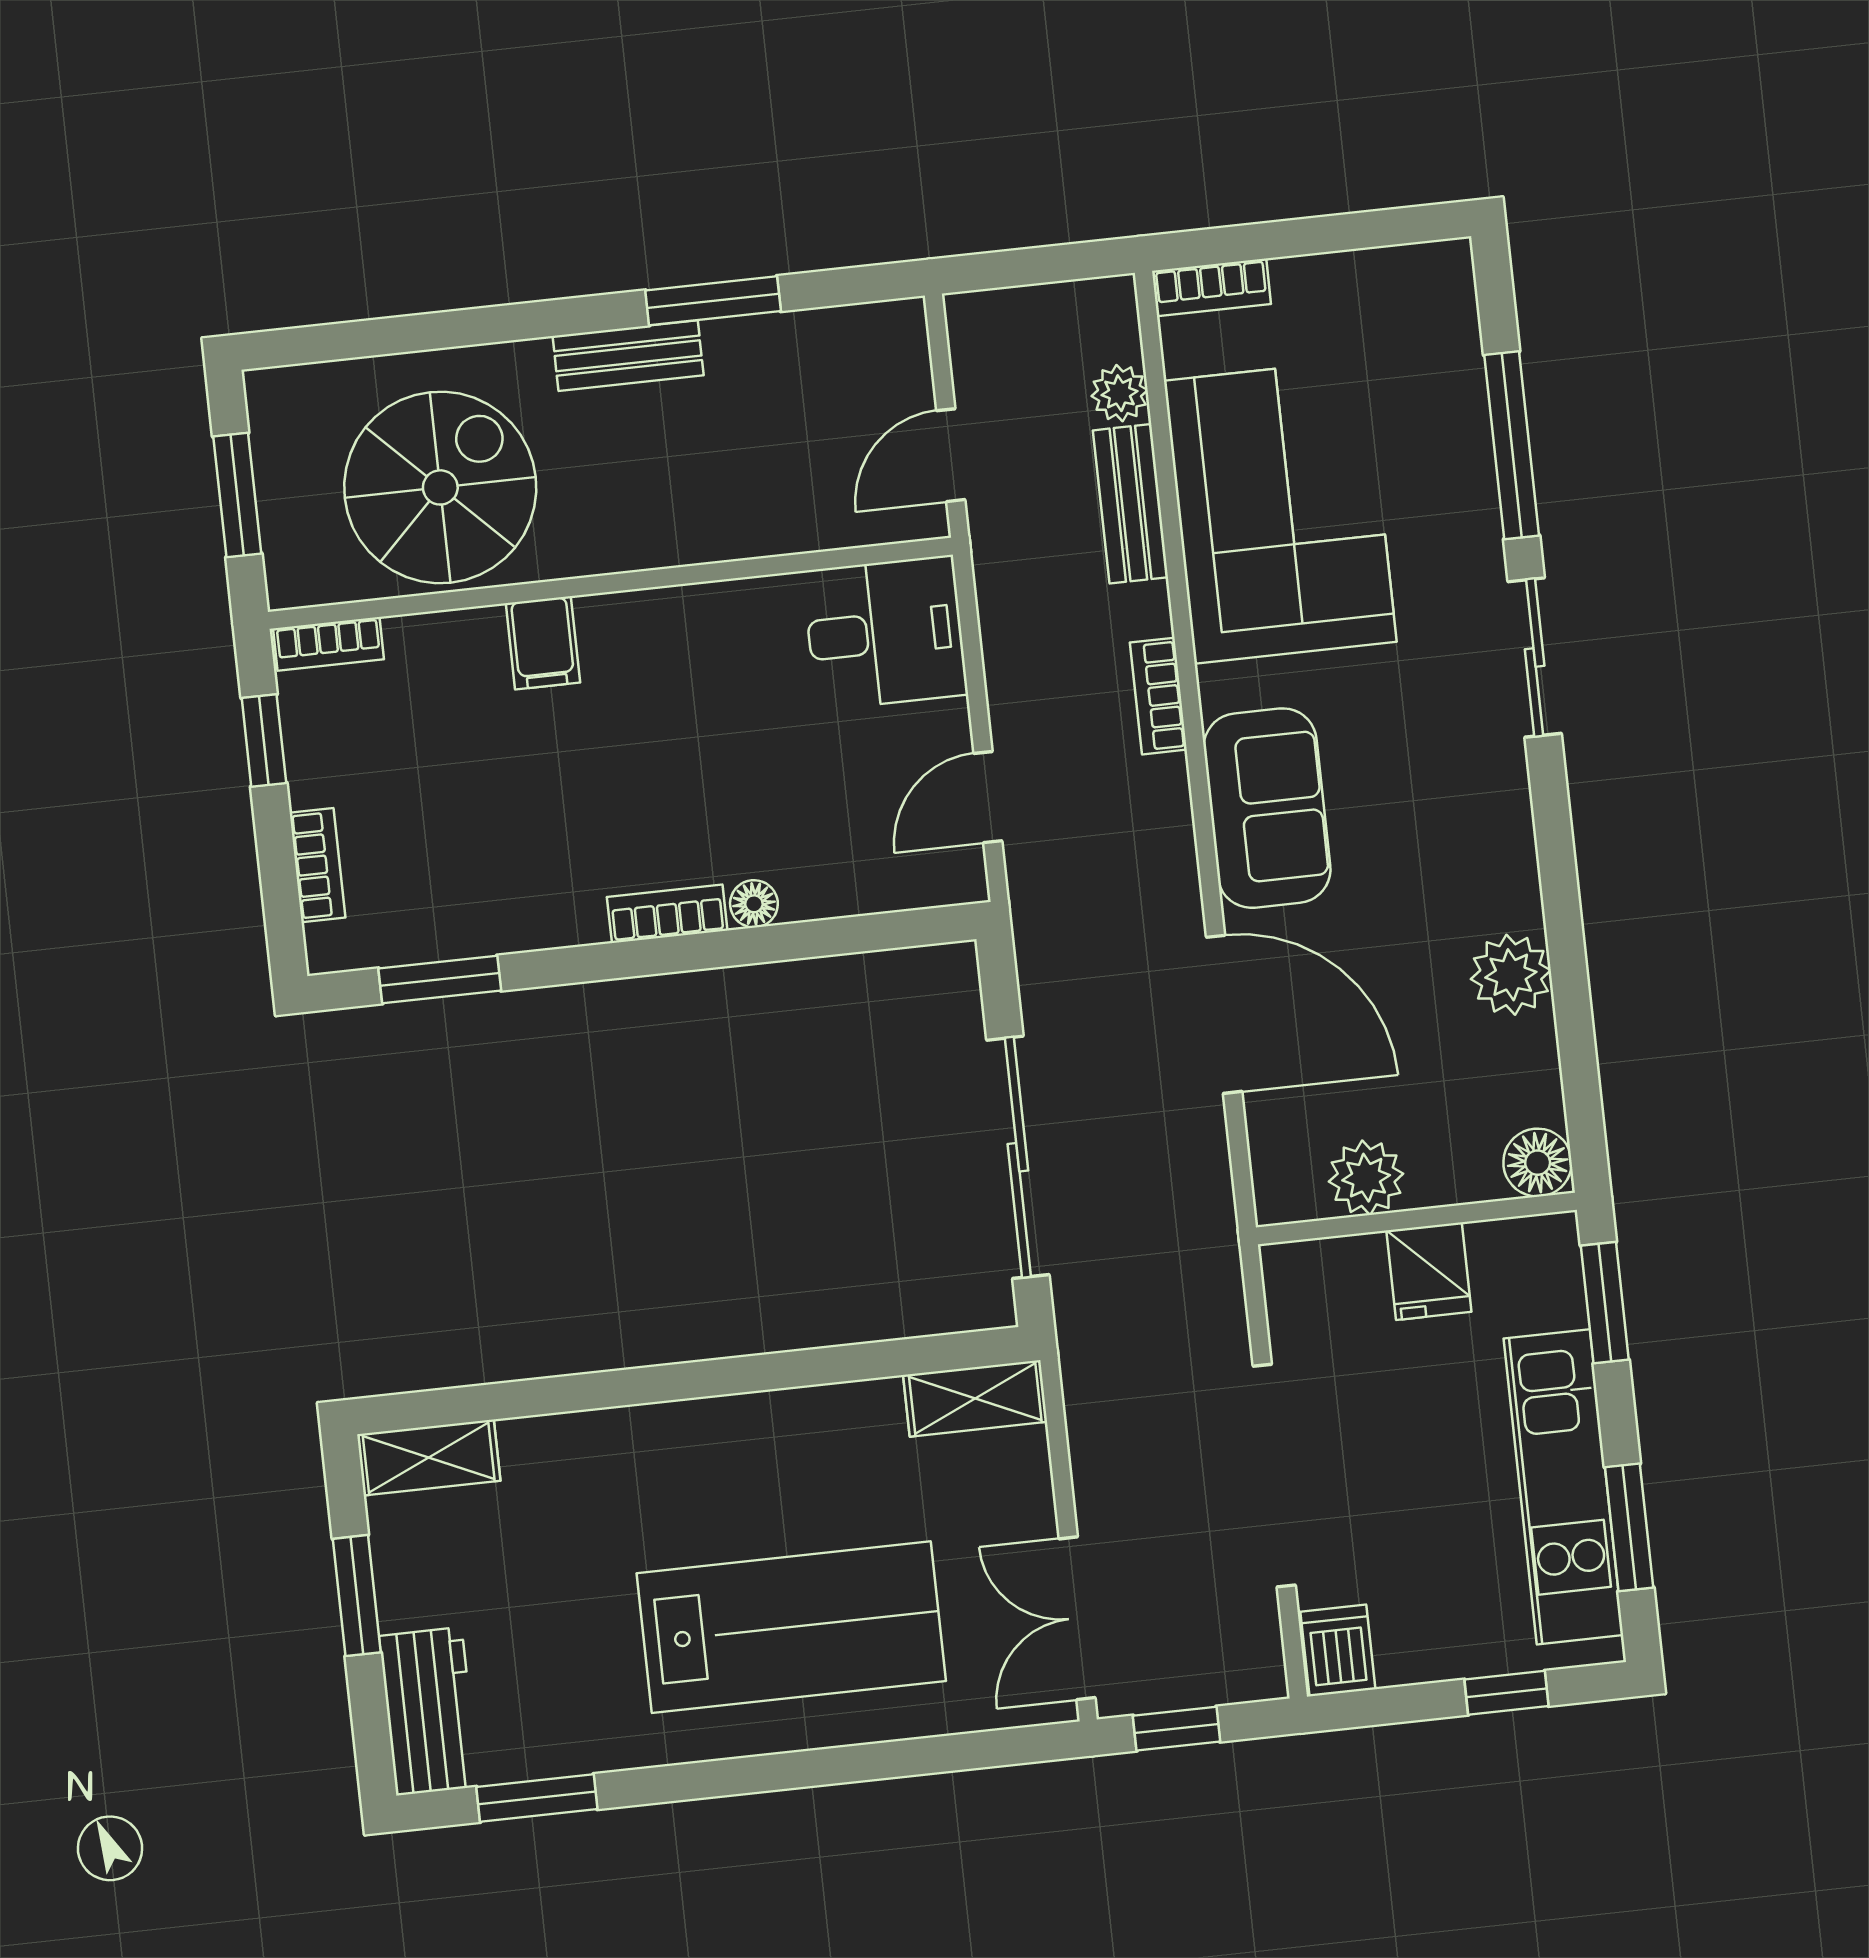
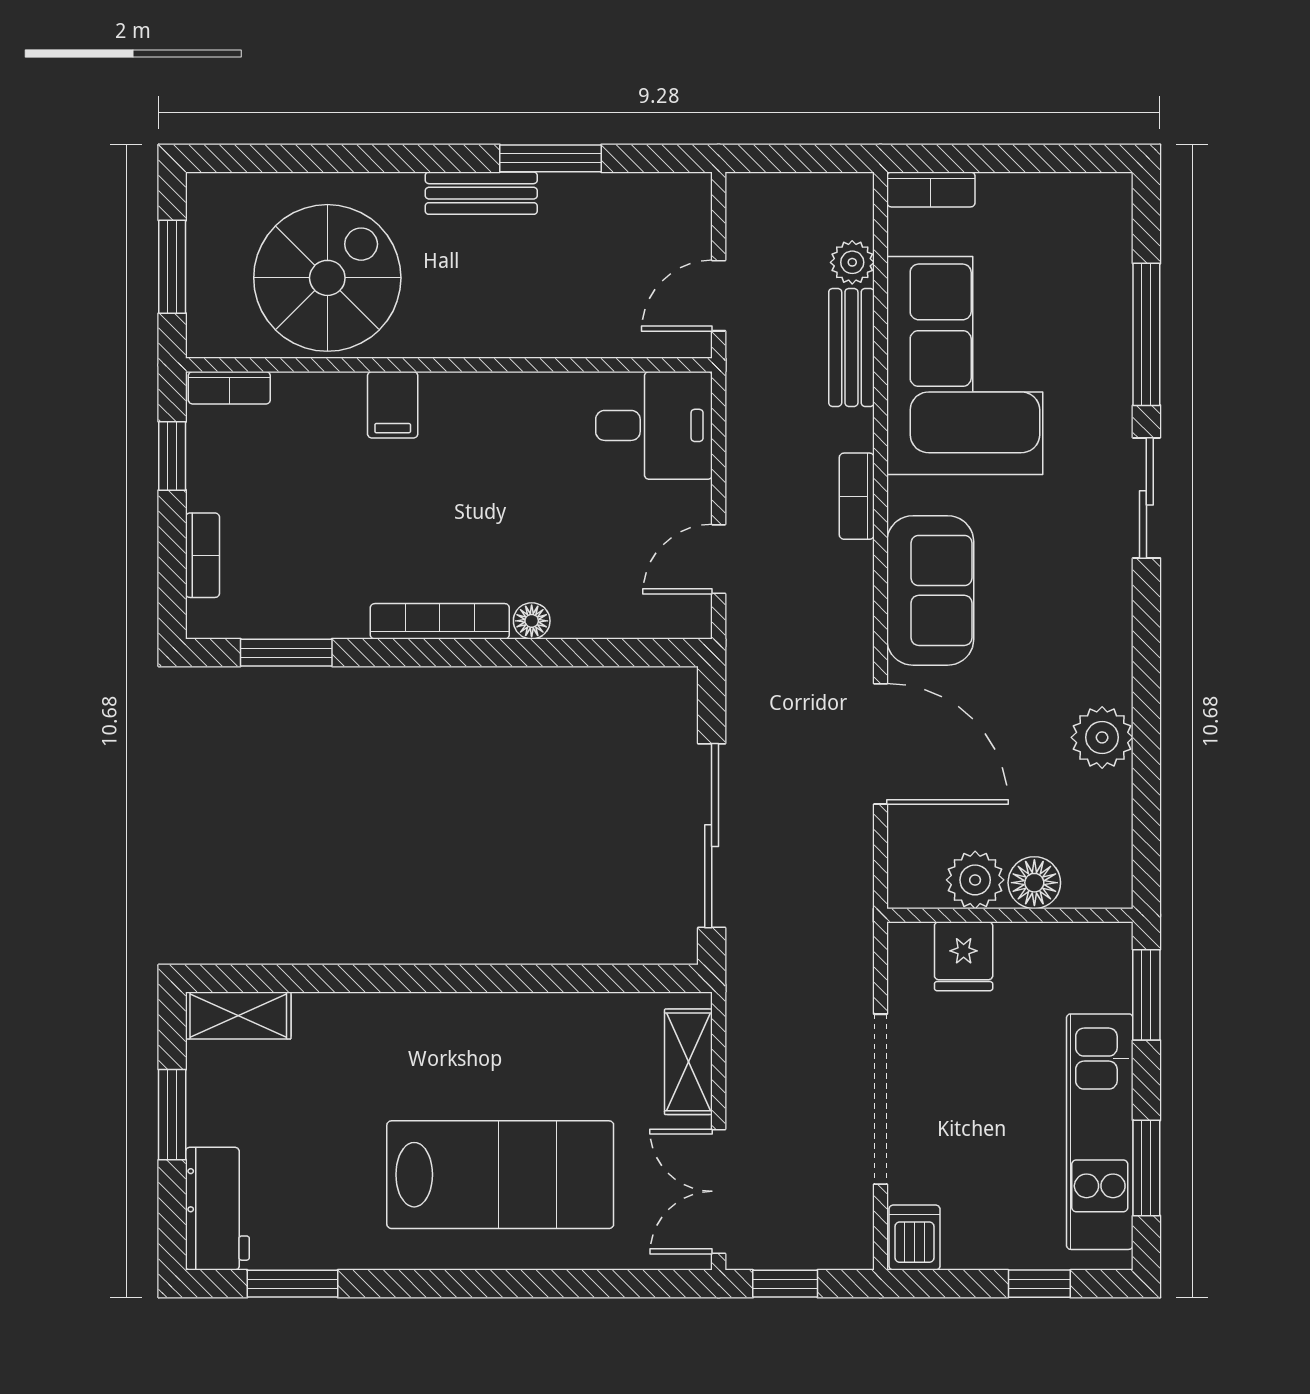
bookcase: (667, 914) -> (440, 621), width x1.56
floor lamp: (1538, 1163) -> (1034, 883), moved
fridge: (1429, 1271) -> (964, 956), moved
shelving: (975, 1398) -> (688, 1062), moved, turned 90

